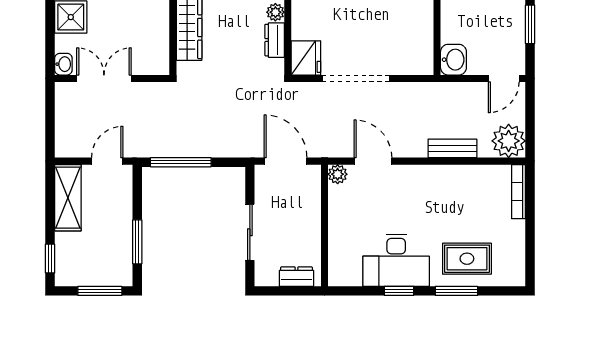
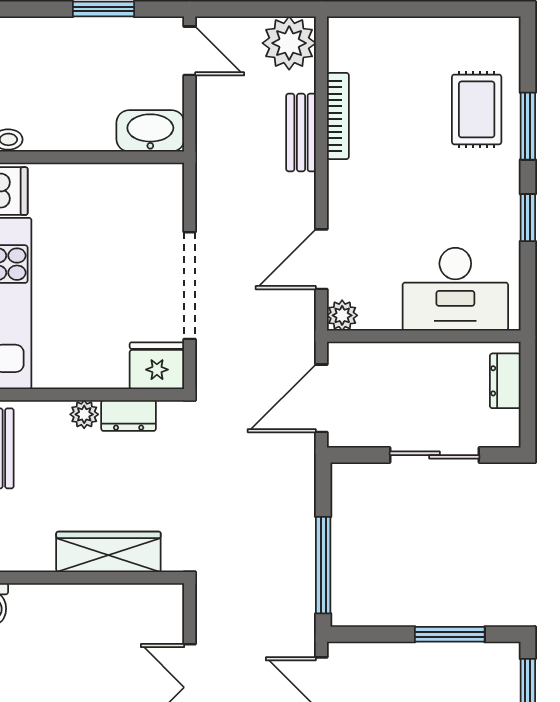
washbasin: (453, 60) -> (150, 131), width x1.38
bookcase: (519, 192) -> (338, 116), moved, turned -90
desk: (396, 260) -> (455, 289), moved, turned 90

